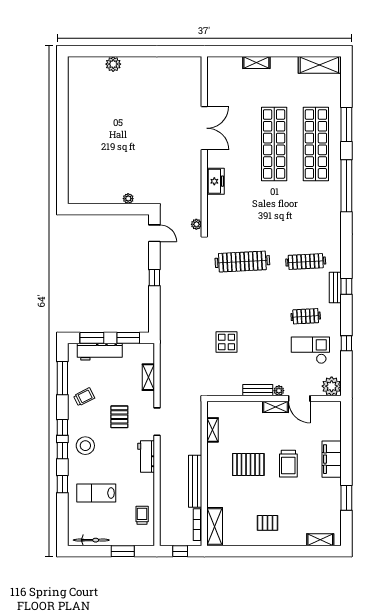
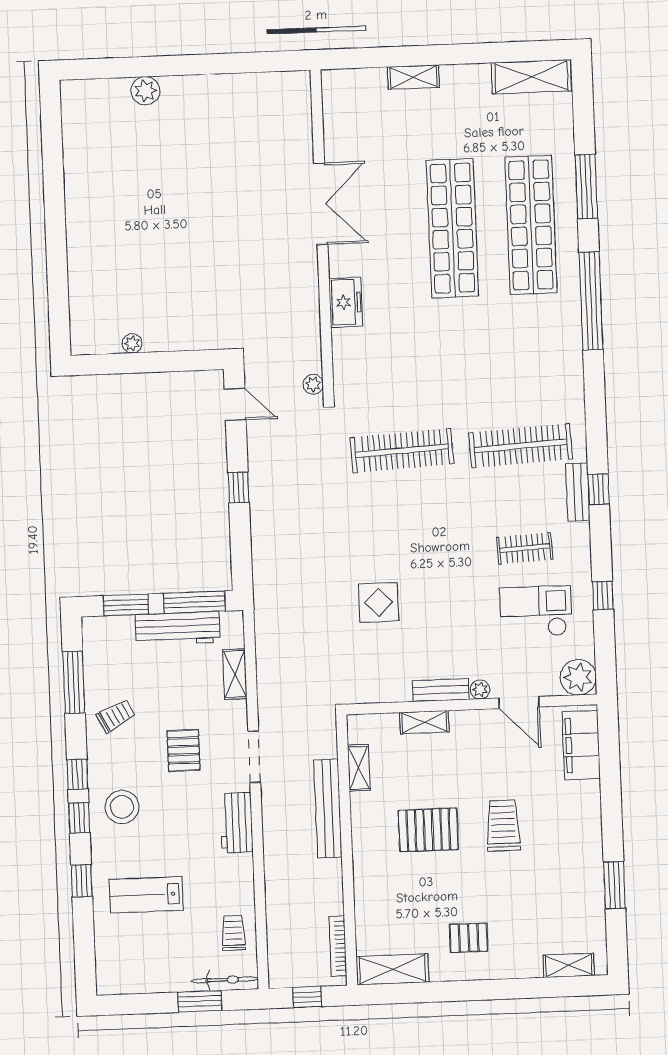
plant: (128, 199) -> (132, 343), moved
clothes rail: (306, 262) -> (521, 446), width x1.37, depth x1.31
window: (128, 338) -> (194, 602), width x1.44
workbench: (100, 352) -> (178, 628), moved
shelving: (275, 407) -> (424, 722), moved
filing cabinet: (332, 459) -> (581, 745), moved
trolley: (288, 464) -> (503, 825), turned 180
bench: (195, 481) -> (328, 809), moved
shelving: (215, 527) -> (392, 969), moved, turned 90
bicycle: (91, 540) -> (225, 980), moved

